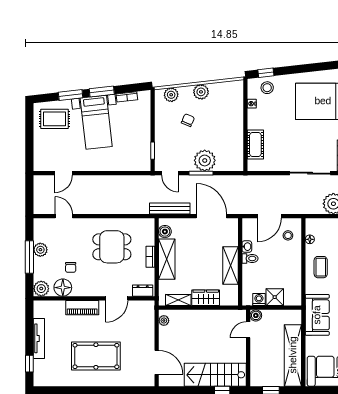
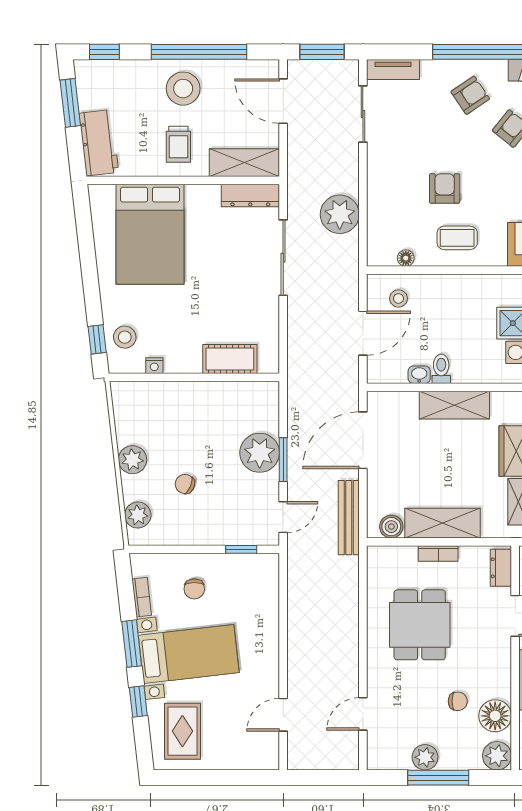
window: (71, 95) -> (138, 701), width x0.67
chair: (131, 125) -> (194, 589), added
door: (63, 173) -> (283, 715), swing flipped
door: (269, 216) -> (363, 333), hinge flipped

